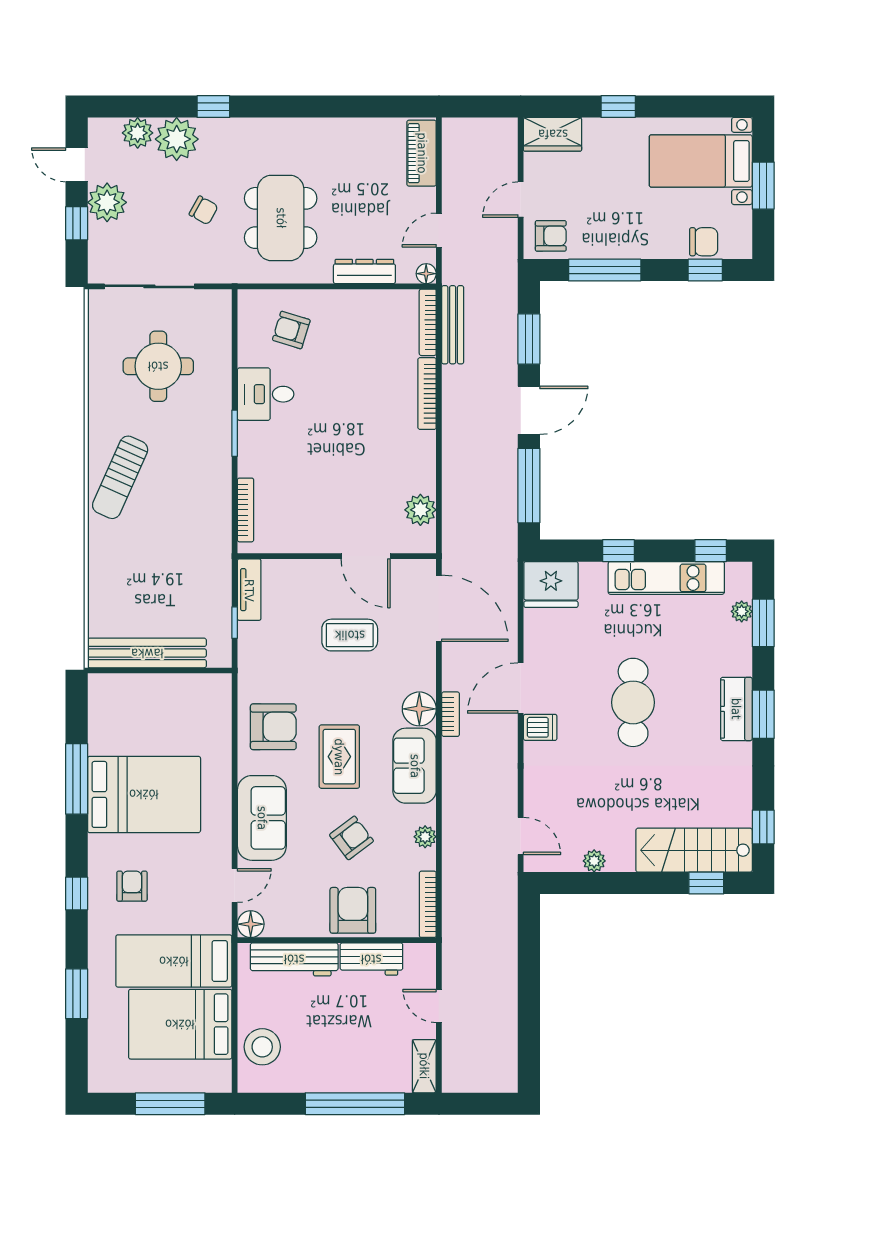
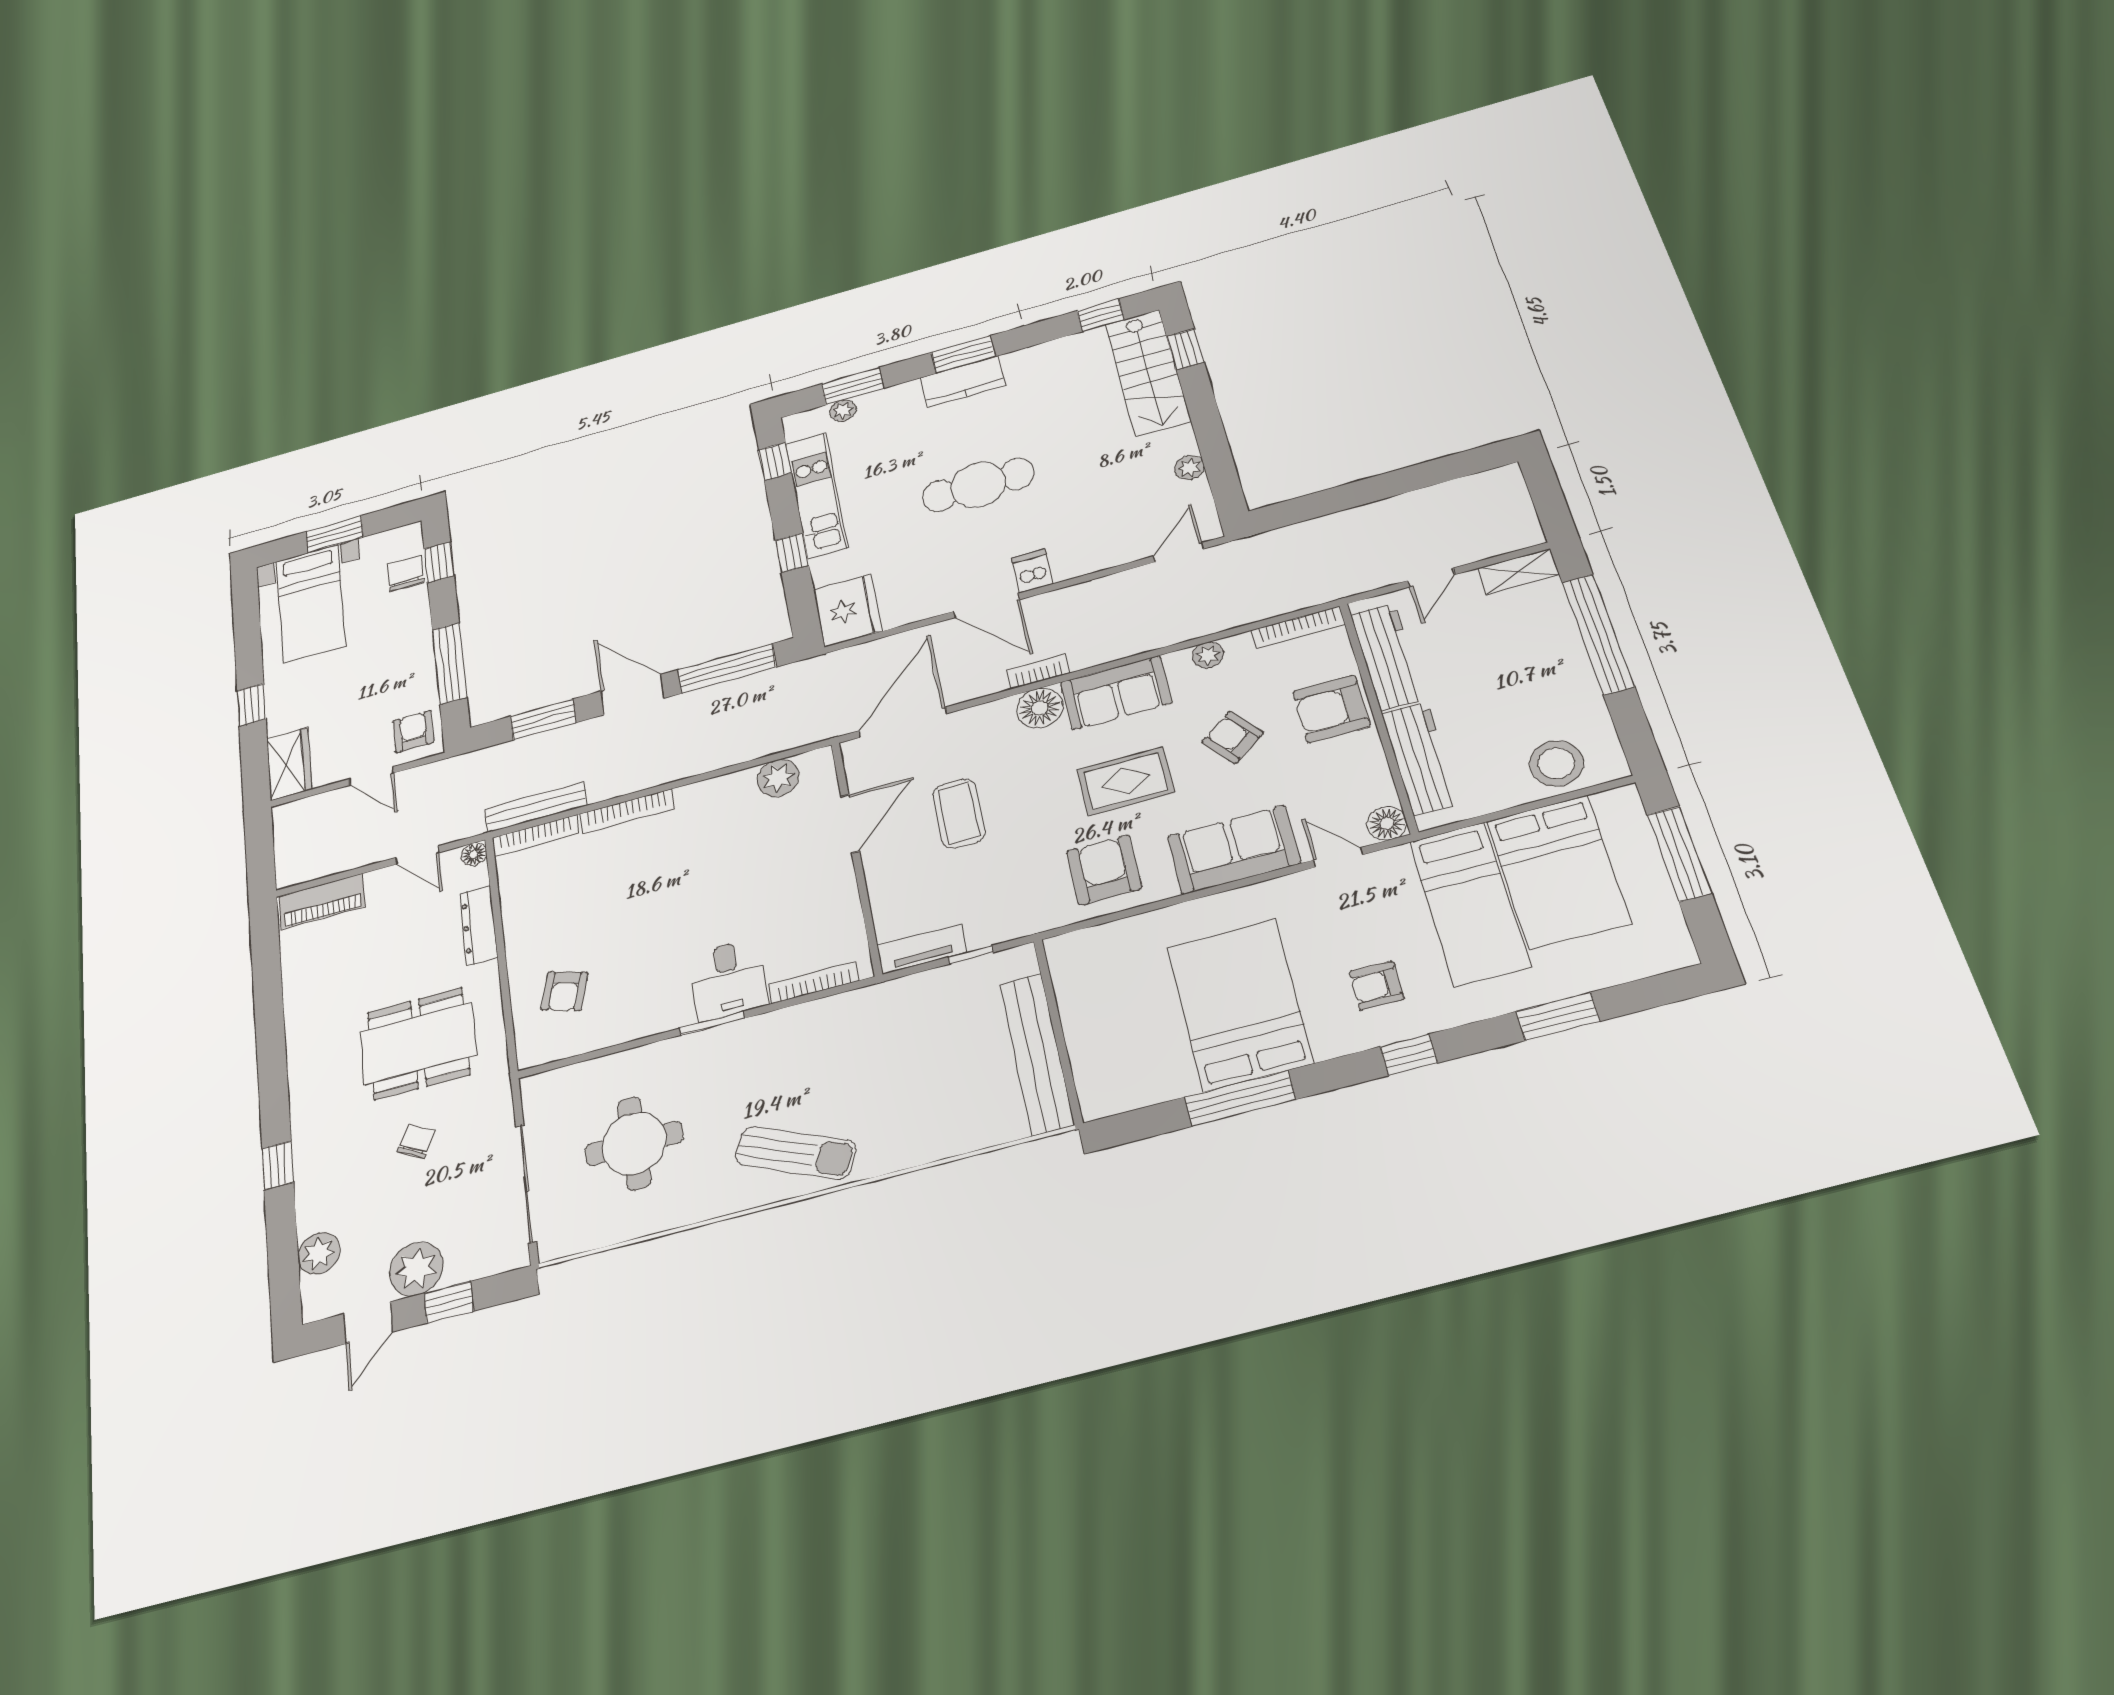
plant: (177, 139) -> (324, 1200), removed
desk: (266, 394) -> (728, 980), moved
workbench: (371, 959) -> (1387, 657), width x1.38

